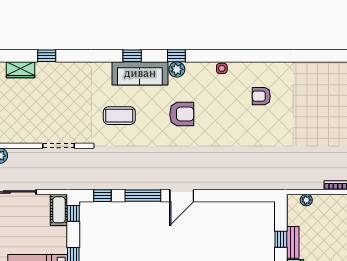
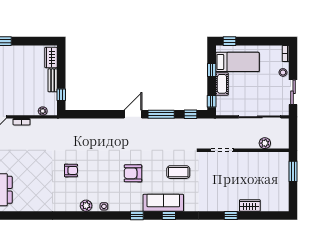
plant: (177, 69) -> (86, 206), moved
armchair: (261, 96) -> (71, 170), moved
cot: (59, 210) -> (222, 84), moved
window: (281, 239) -> (61, 95), moved

